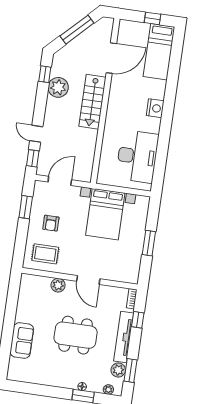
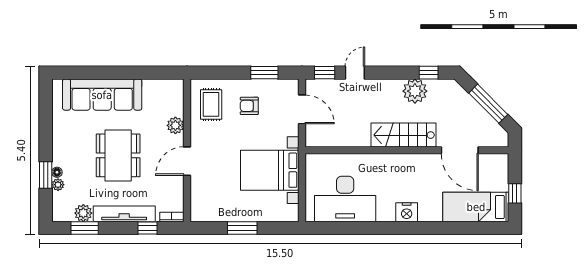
sofa: (22, 341) -> (102, 95), width x1.85, depth x1.27
plant: (108, 390) -> (58, 185), moved

